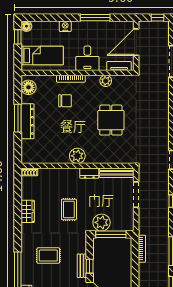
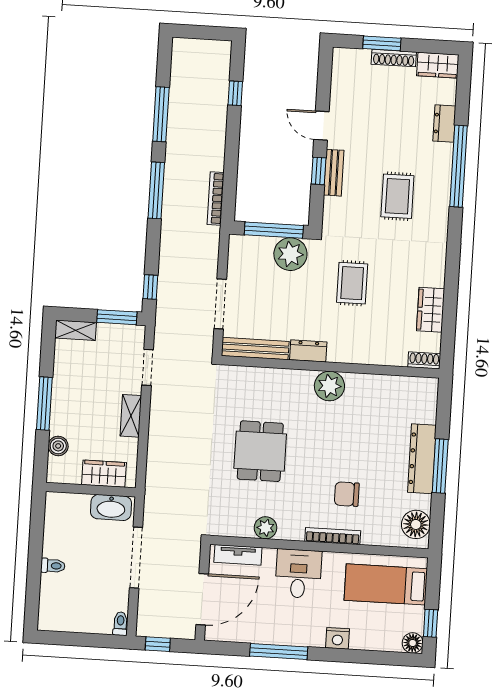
wardrobe: (28, 211) -> (431, 310), moved
rug: (48, 256) -> (397, 196), turned 90

